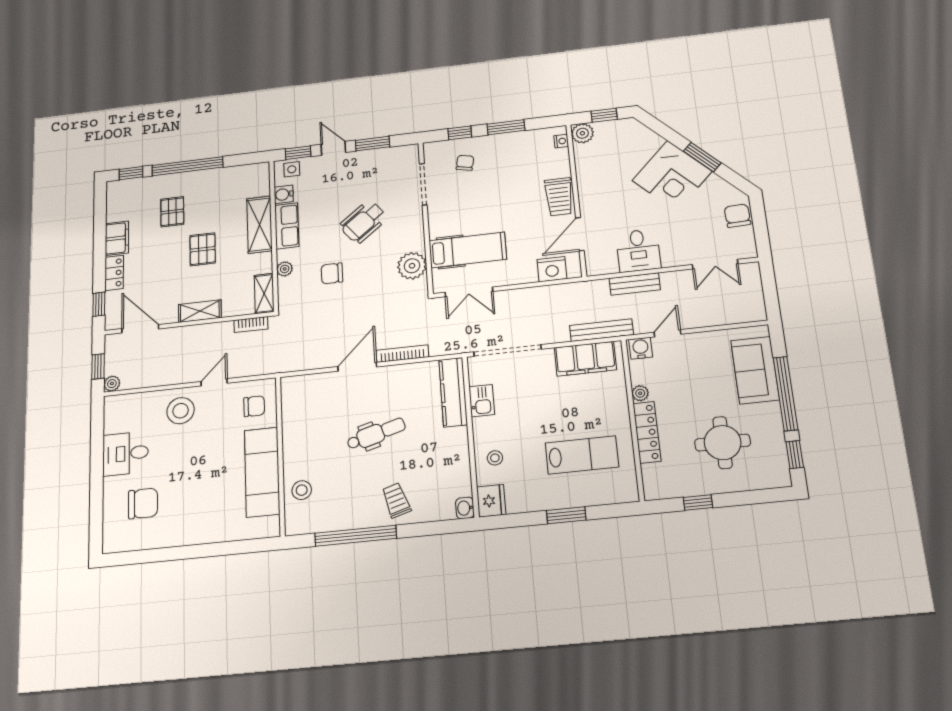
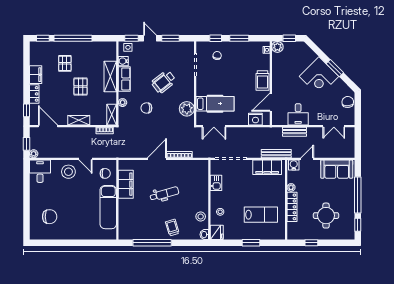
sofa: (755, 370) -> (337, 169), moved, turned -90
door: (214, 382) -> (85, 159), swing flipped
kitchen counter: (453, 392) -> (203, 177), removed
filing cabinet: (296, 423) -> (126, 184), added
desk: (126, 454) -> (40, 171), moved, turned 90
stool: (302, 490) -> (201, 216), moved

